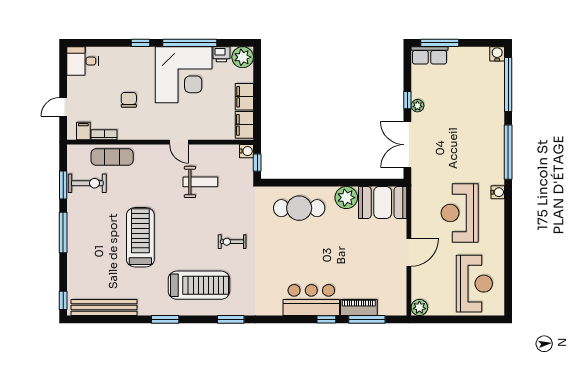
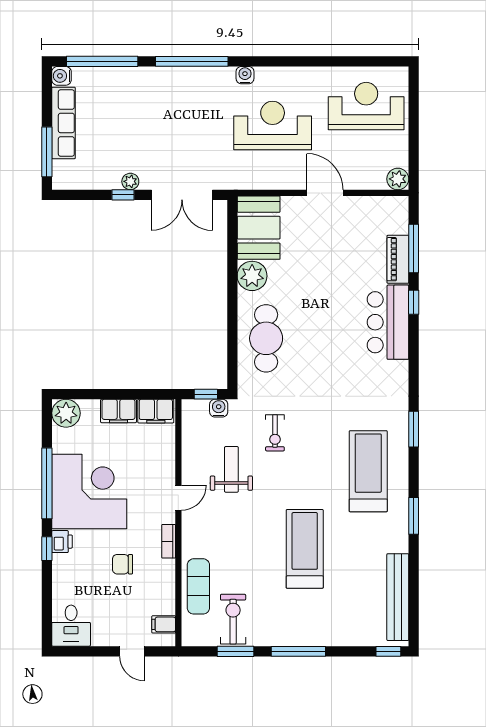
printer: (221, 54) -> (62, 542), moved
row of seats: (430, 55) -> (64, 123), moved, width x1.48
bookcase: (104, 135) -> (169, 541), moved
water cooler: (247, 151) -> (219, 408), moved
reception desk: (460, 213) -> (273, 126), turned 180
treadmill: (140, 237) -> (305, 549), turned 90
exercise bike: (232, 242) -> (275, 433), moved

